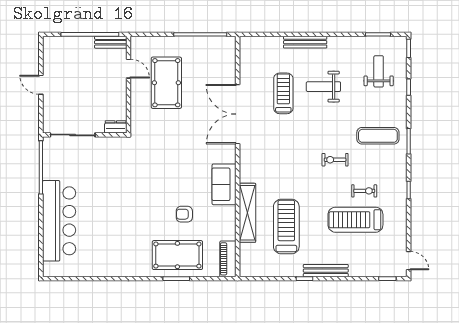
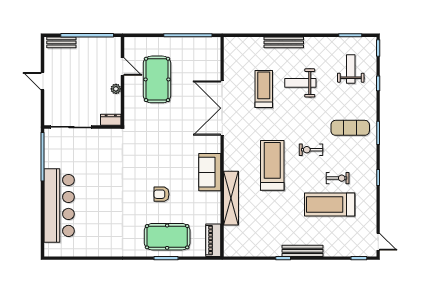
bench: (111, 42) -> (61, 42), moved
plant: (121, 93) -> (116, 89), added
armchair: (184, 214) -> (161, 194), moved
treadmill: (286, 227) -> (272, 165), moved

